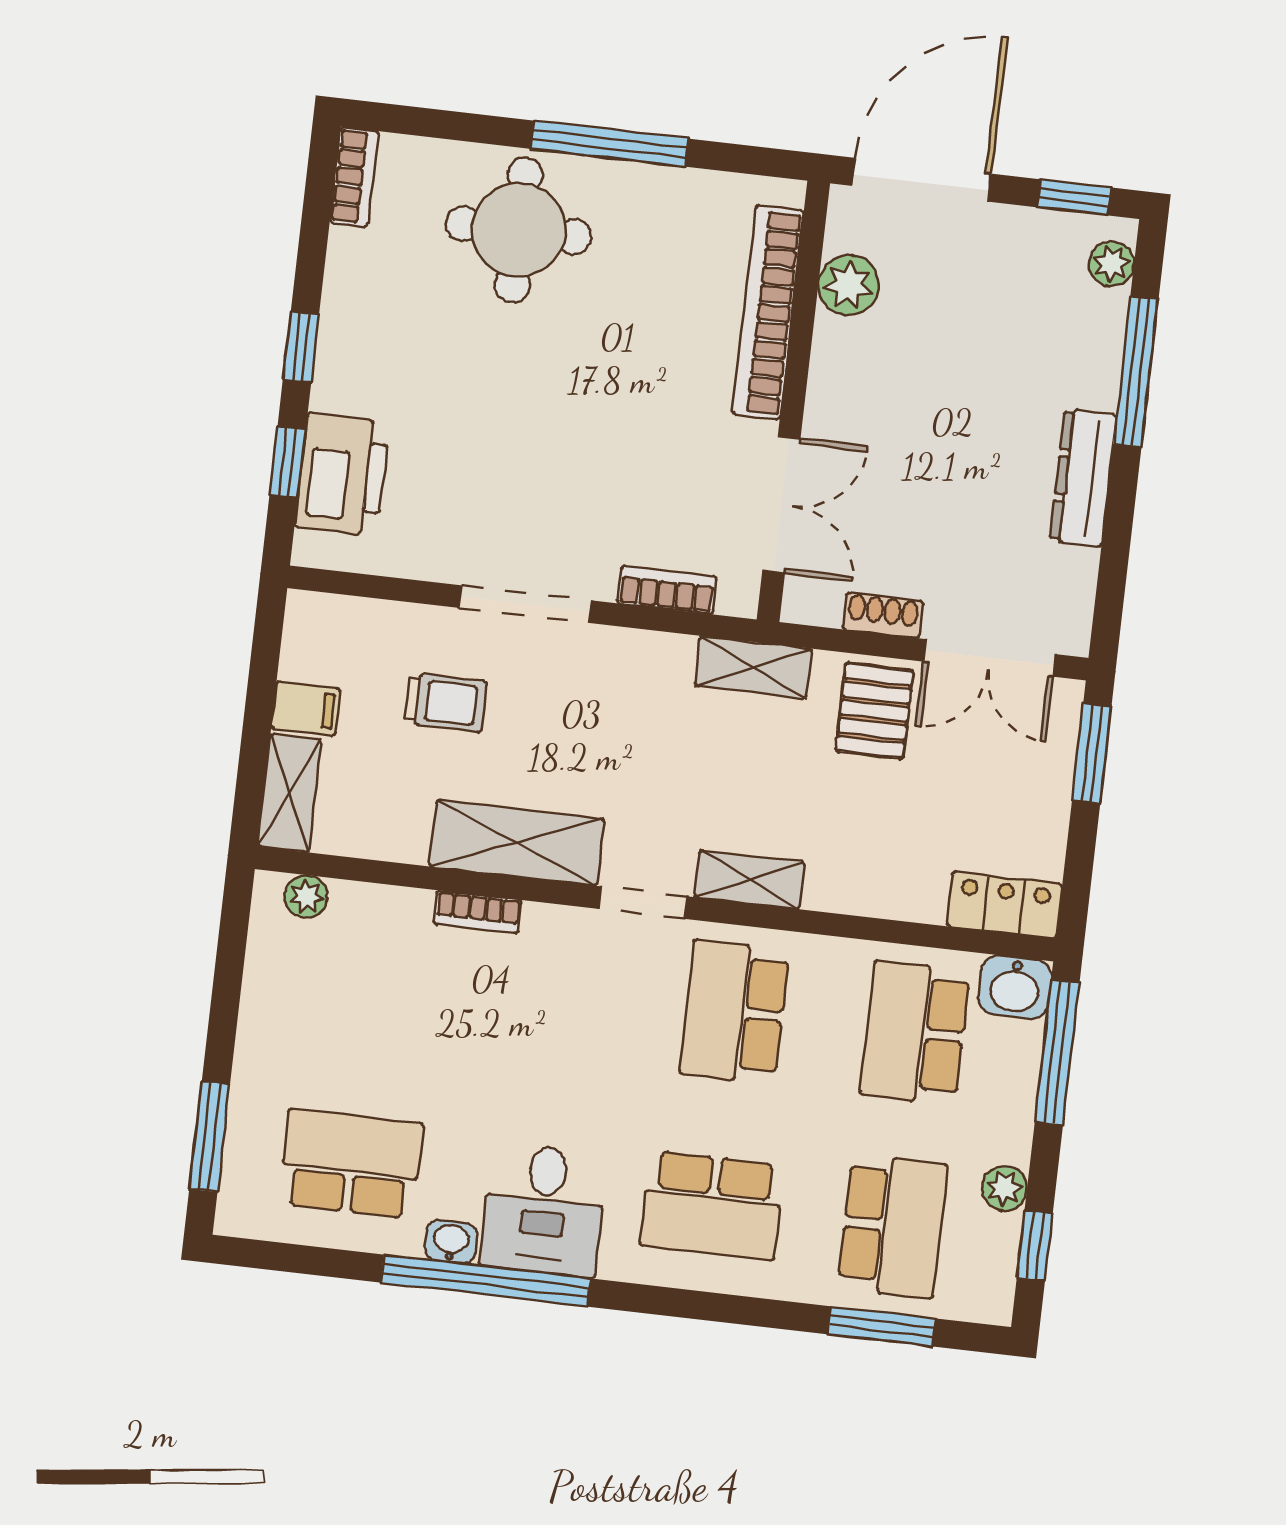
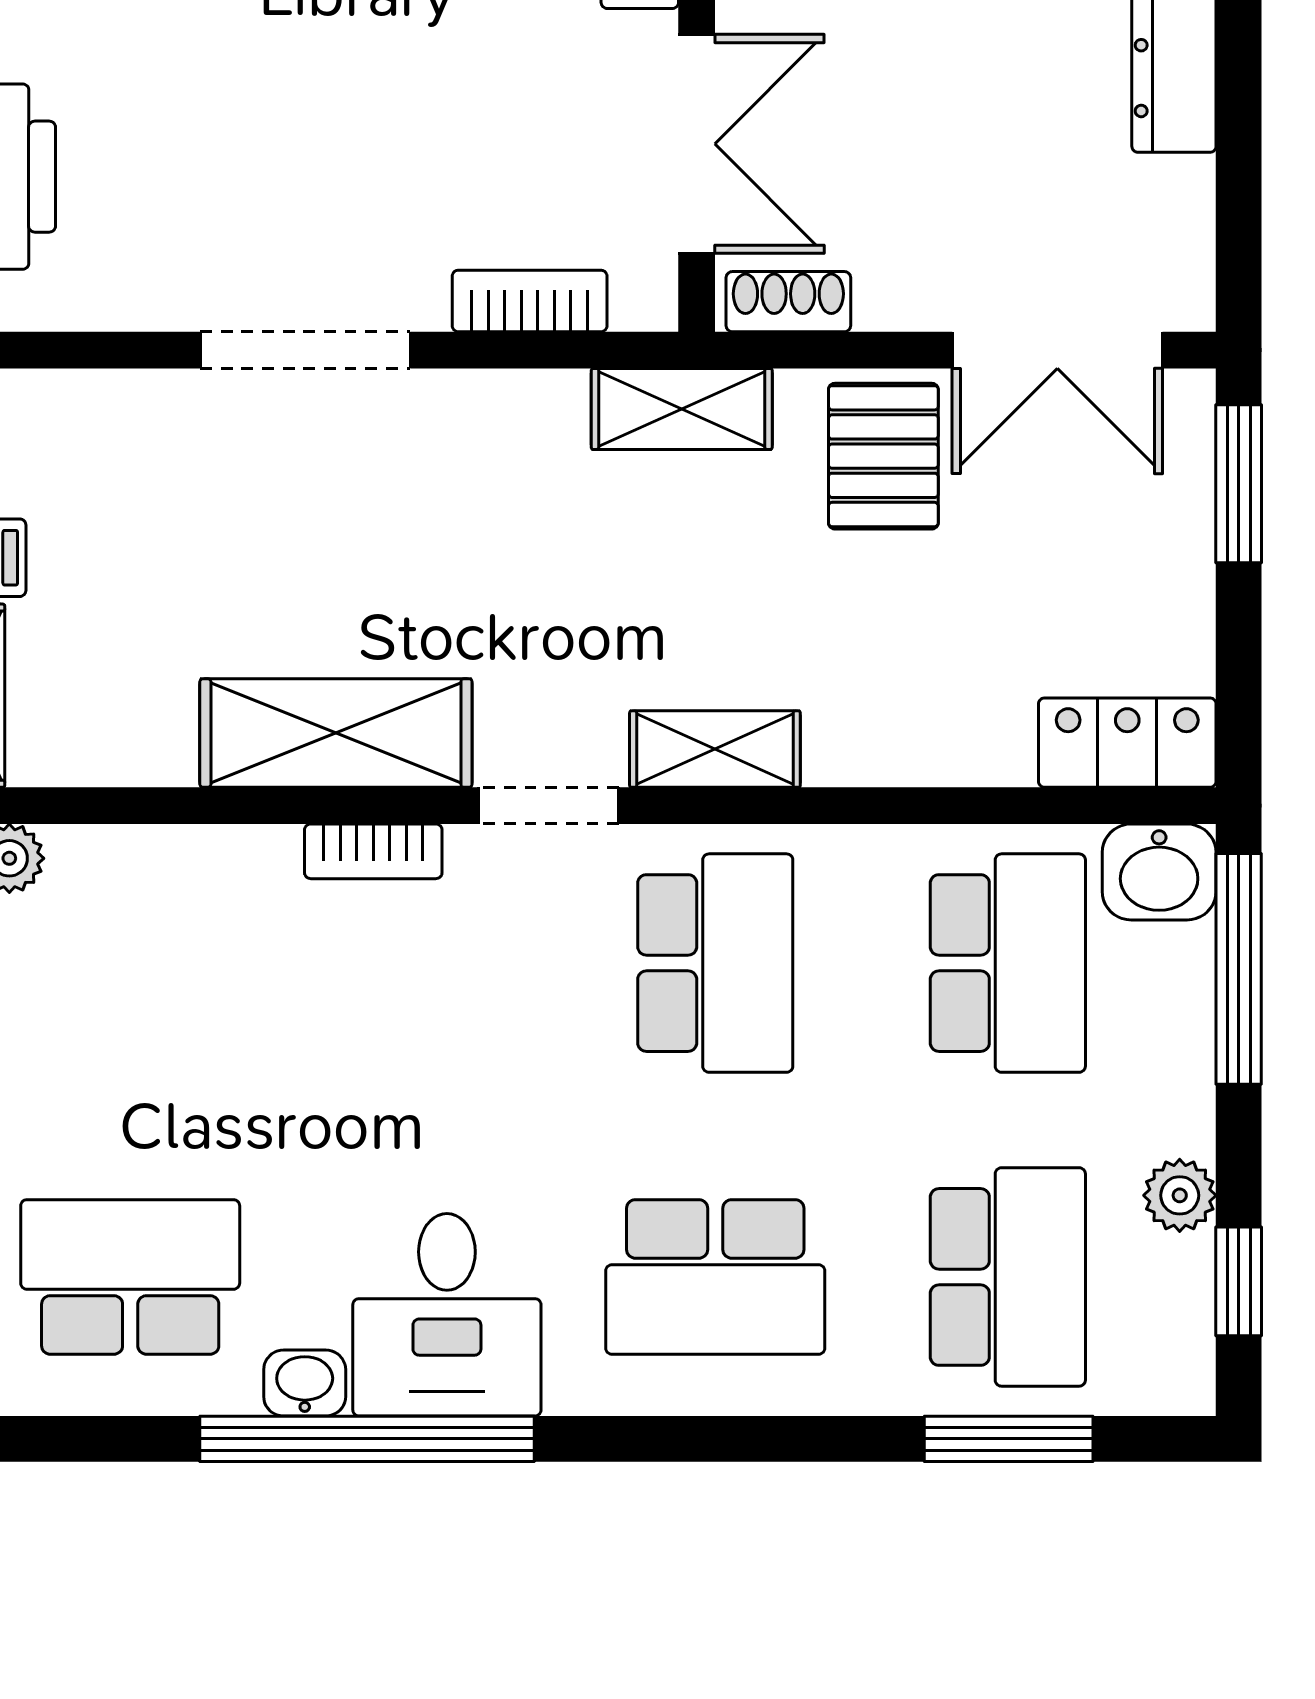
shoe rack: (883, 615) -> (788, 302), moved
trolley: (446, 702) -> (196, 522), removed
bookcase: (478, 912) -> (373, 851), moved
school desk: (734, 1012) -> (715, 963), turned 180
school desk: (915, 1033) -> (1008, 963), turned 180

